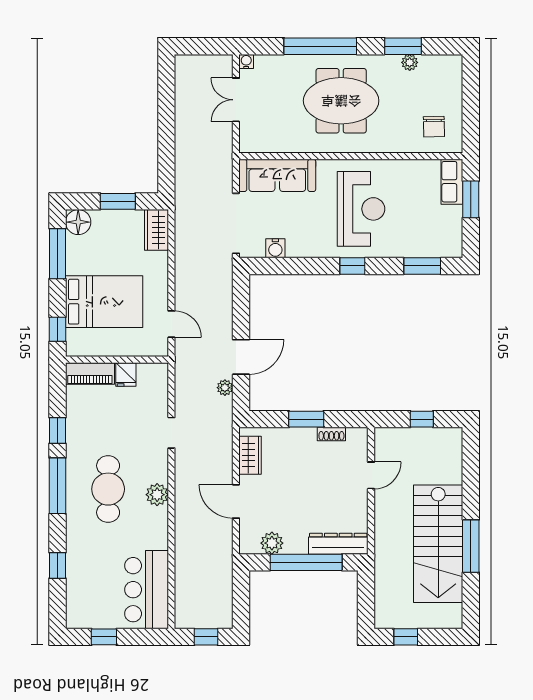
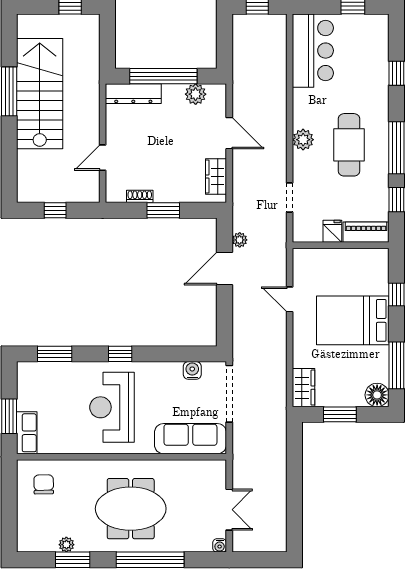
wall: (117, 360) -> (341, 245), moved
piano: (90, 374) -> (366, 232), moved
fridge: (126, 375) -> (332, 231), moved

